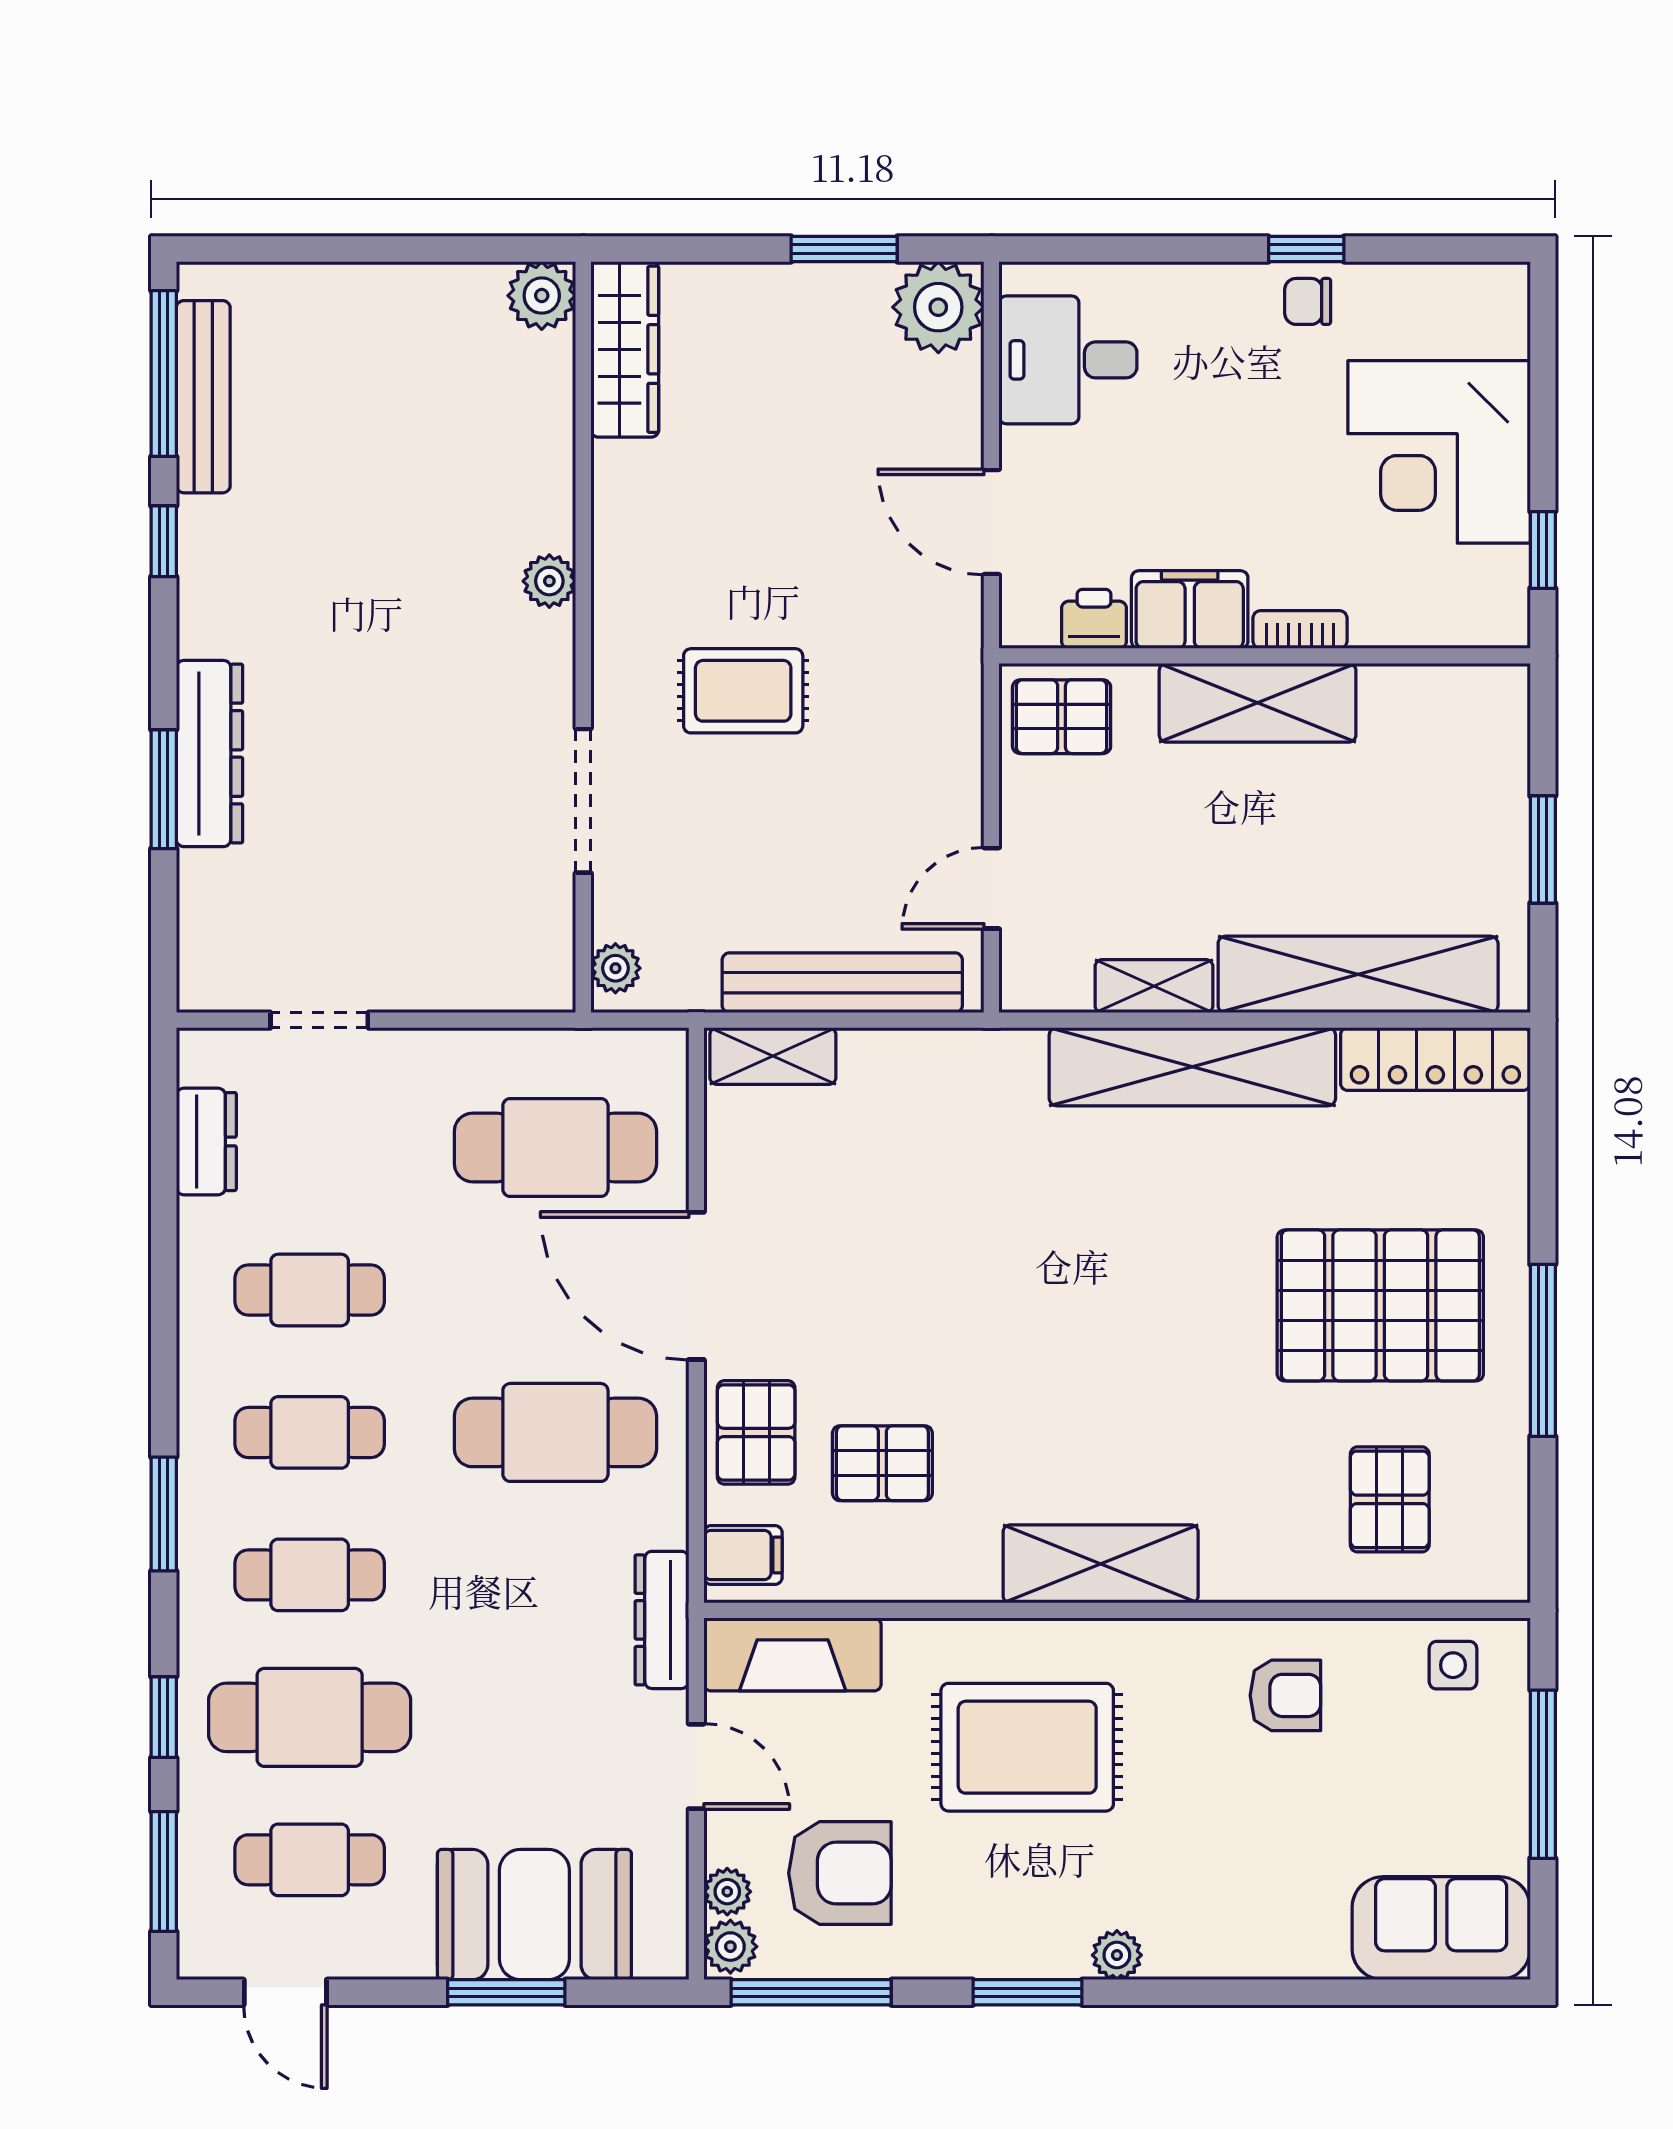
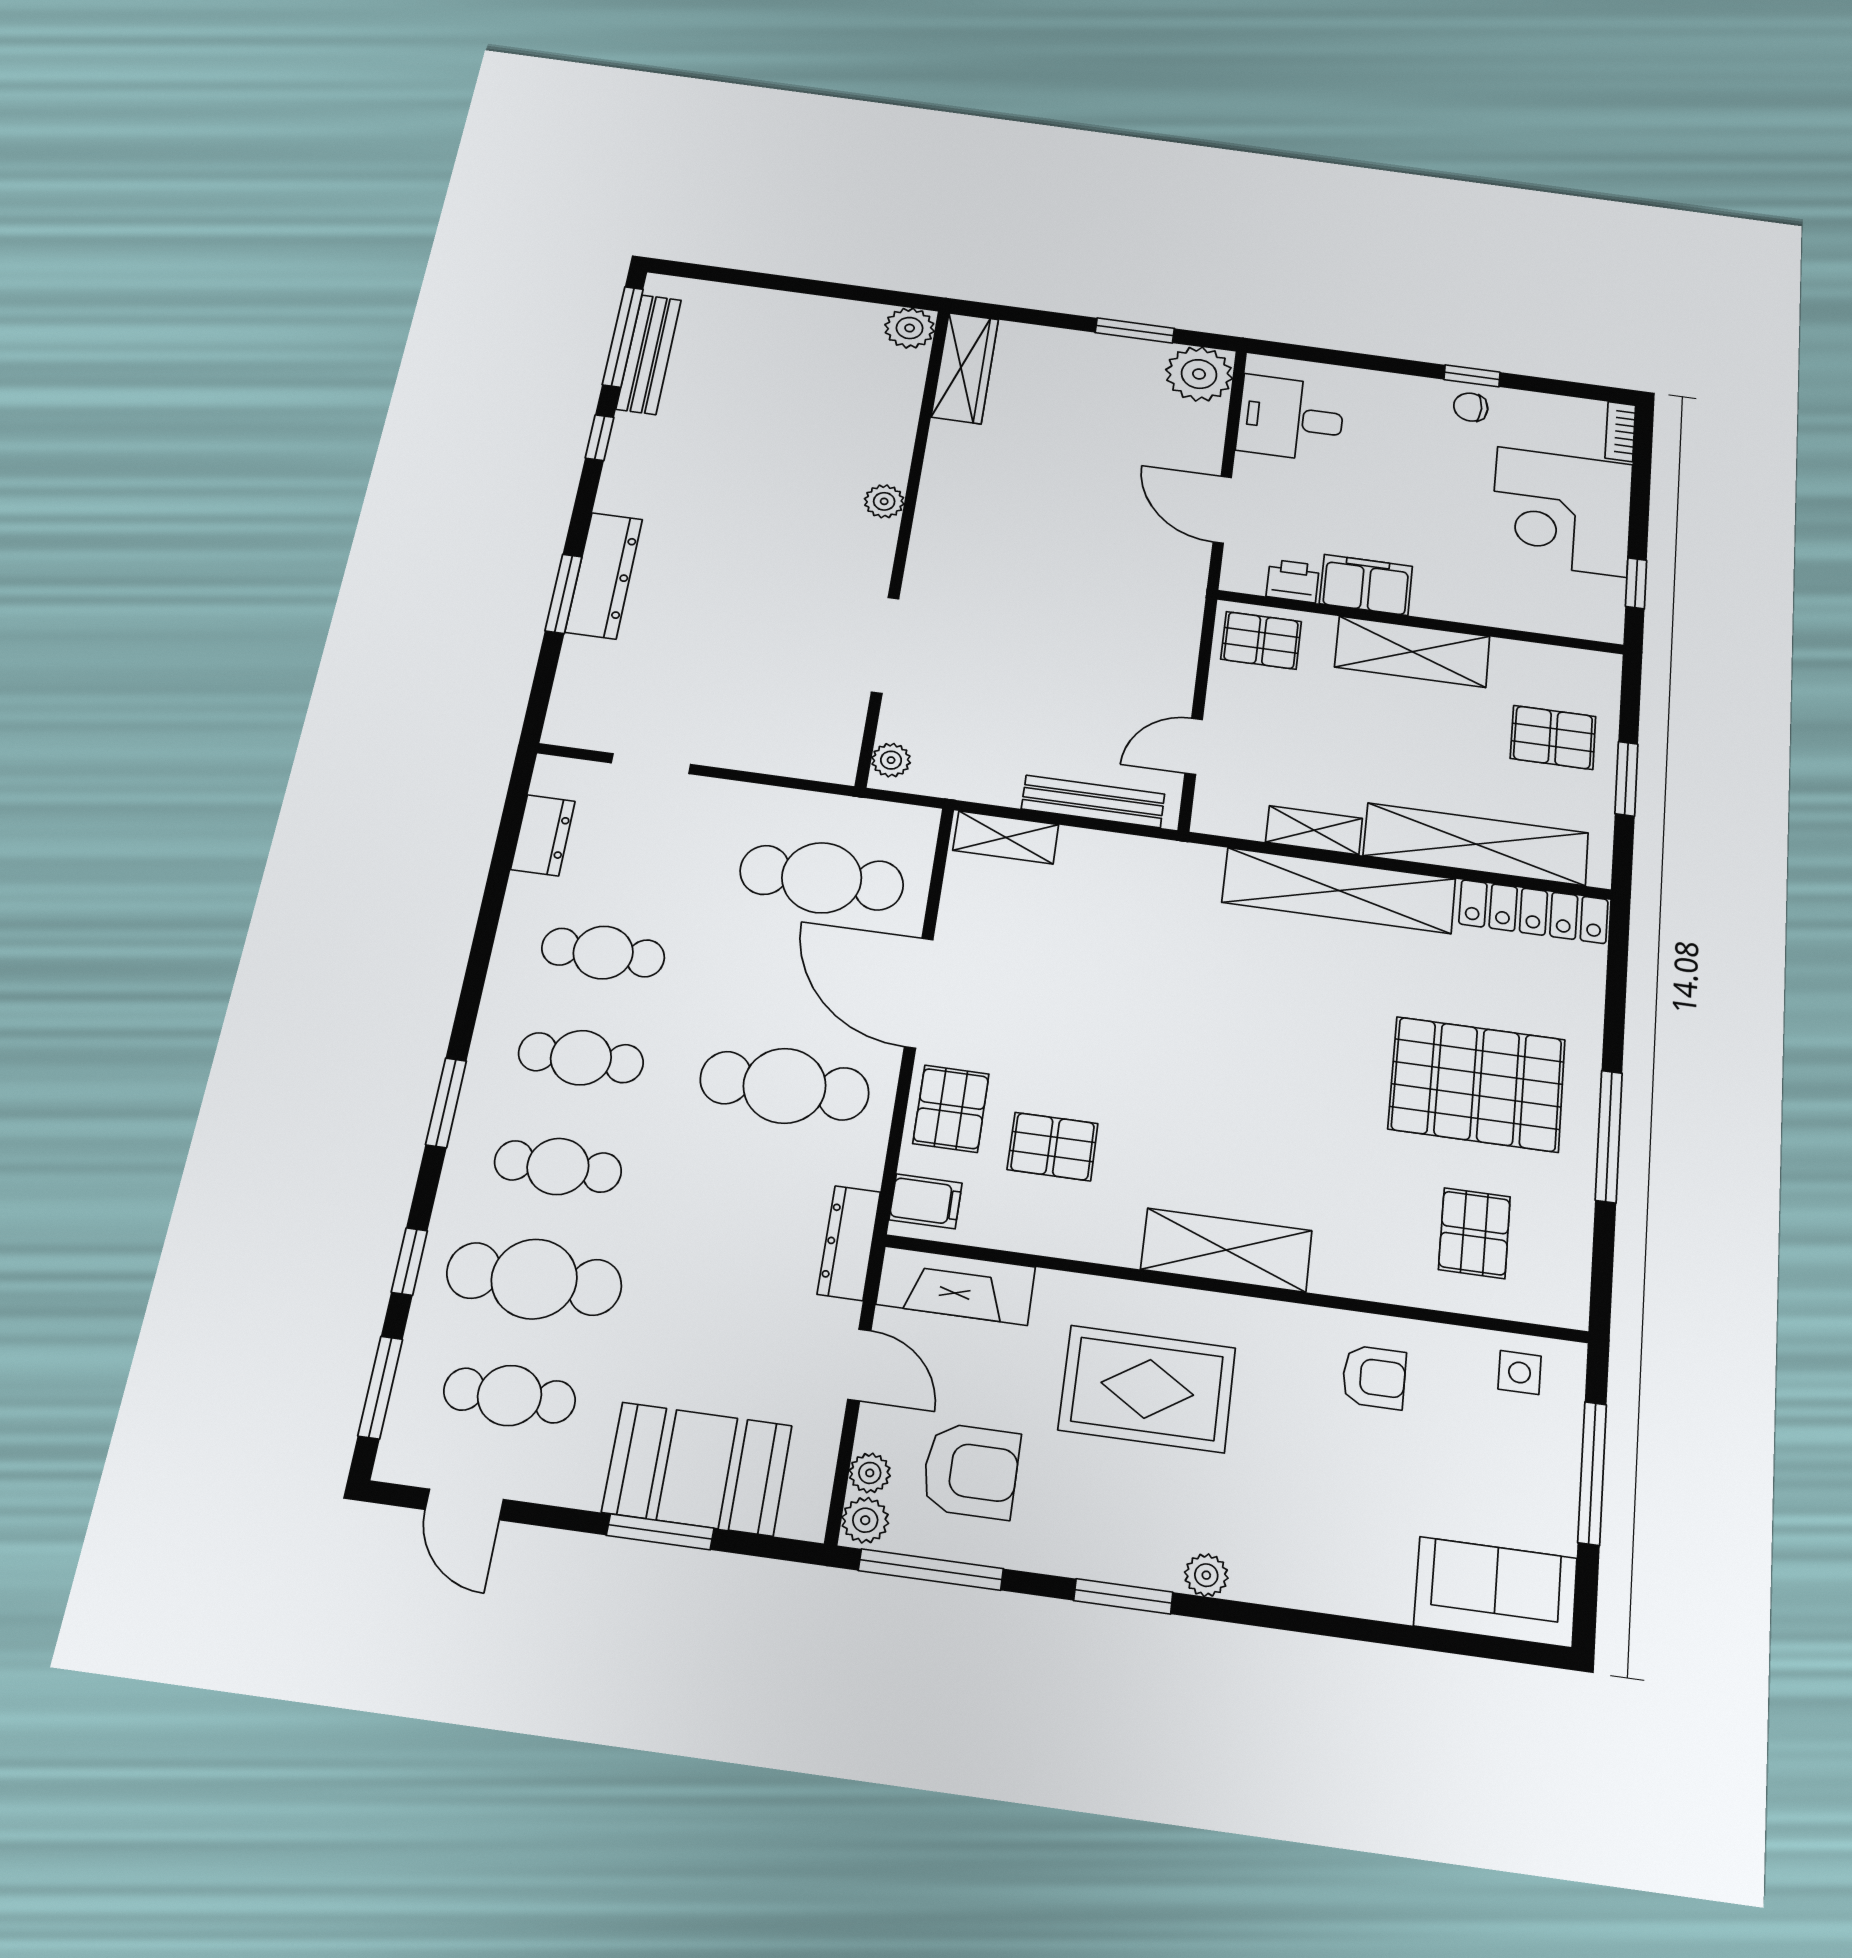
bookcase: (1300, 630) -> (1620, 432), moved, turned -90
rug: (743, 691) -> (1020, 591), removed
pallet: (1446, 803) -> (1553, 737), added
bench: (842, 983) -> (1093, 801), width x0.73, depth x0.82

